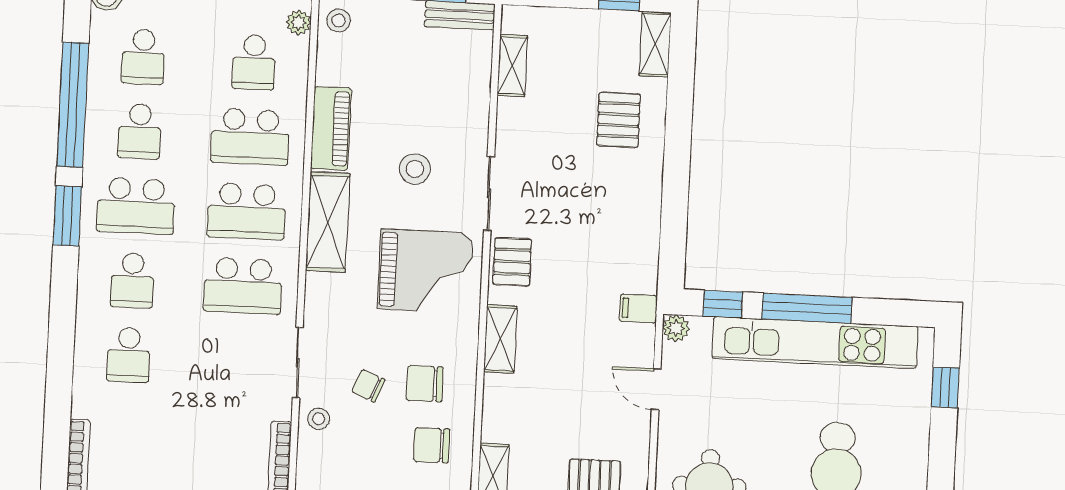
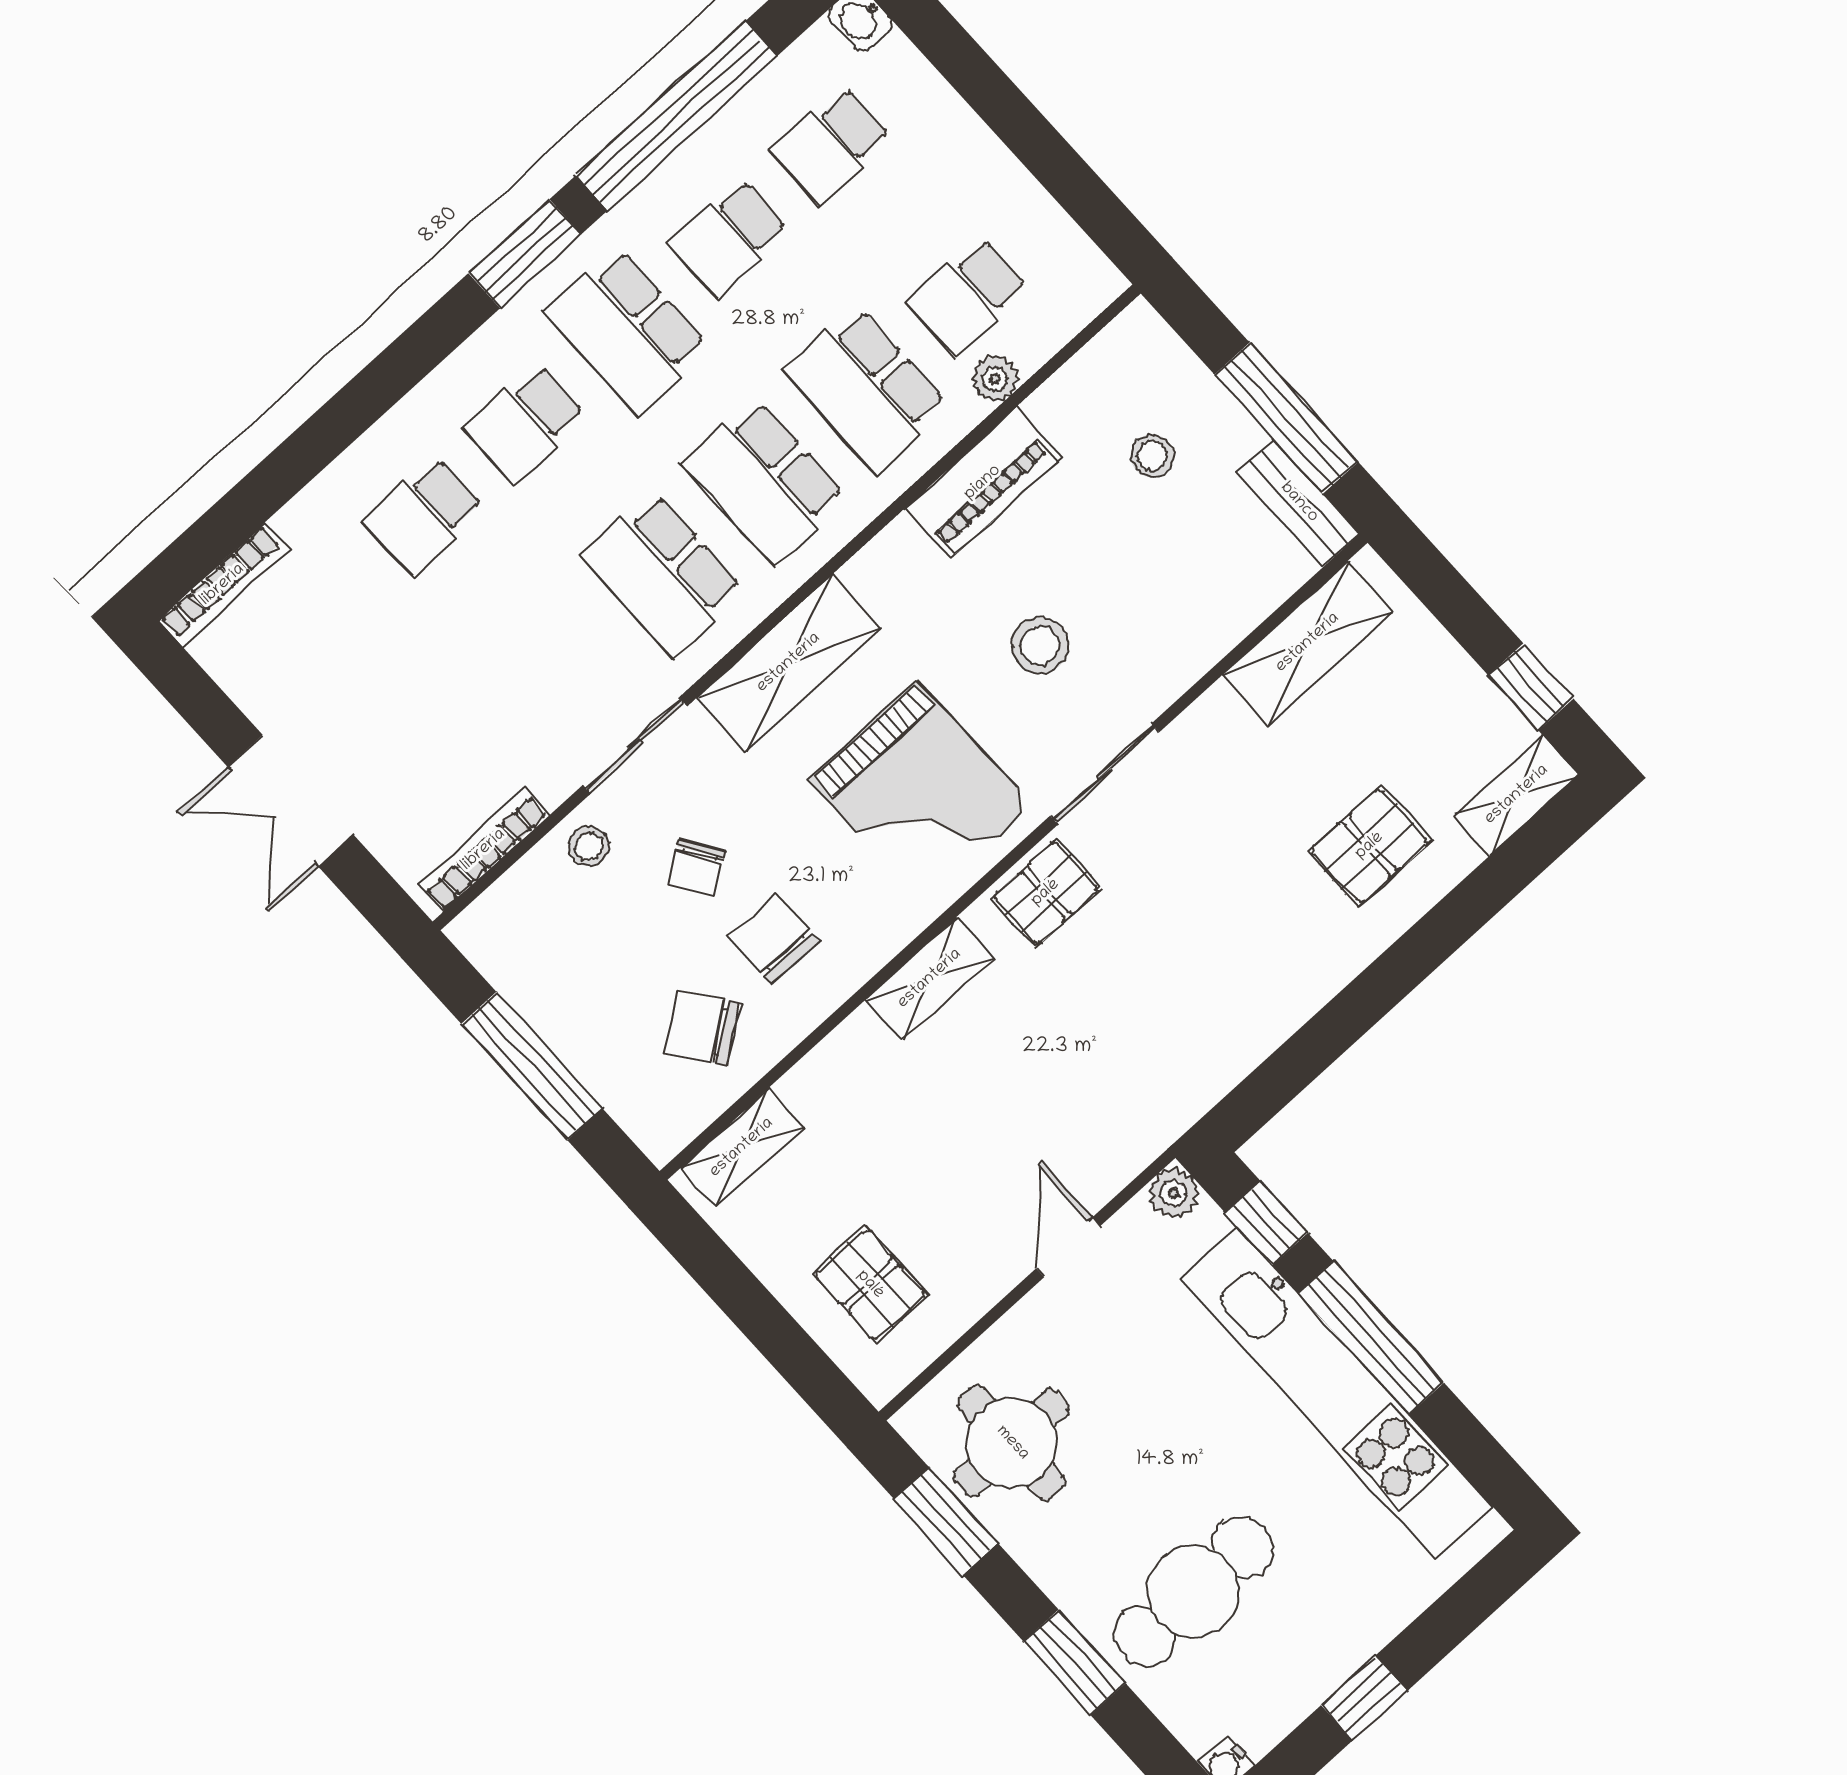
stool: (339, 20) -> (1152, 456), moved
plant: (299, 23) -> (995, 379), moved
shelving: (512, 65) -> (1308, 643), width x1.50, depth x1.33
shelving: (328, 222) -> (789, 663), moved
filing cabinet: (638, 308) -> (1150, 1118), removed
chair: (368, 386) -> (697, 868), turned -146
window: (945, 387) -> (1364, 1698), moved
chair: (432, 445) -> (702, 1028), turned -36

